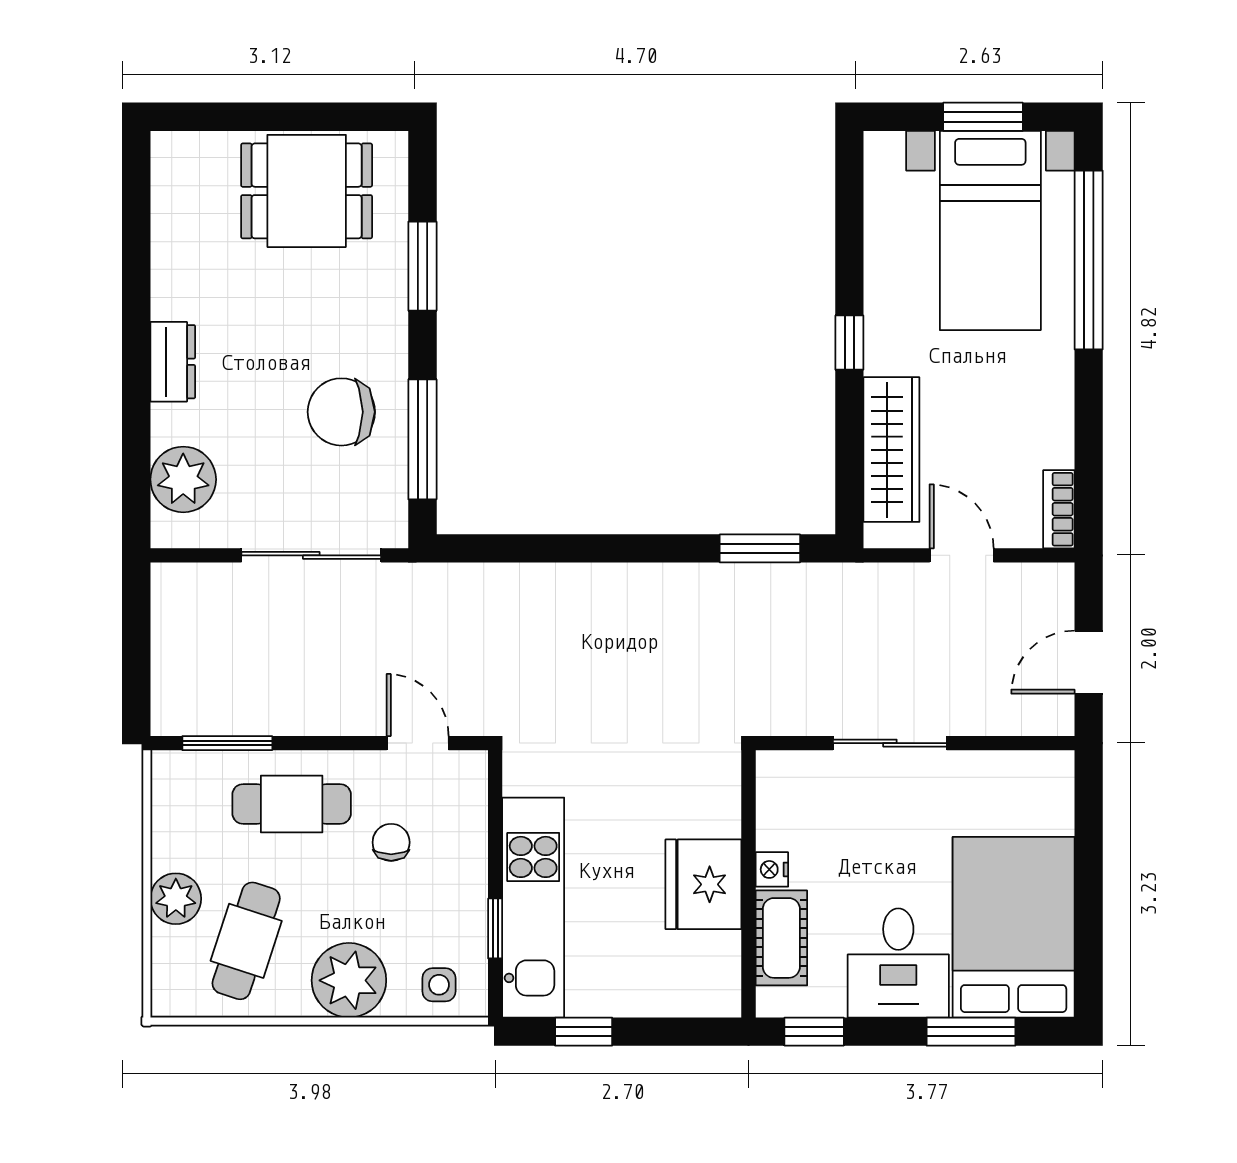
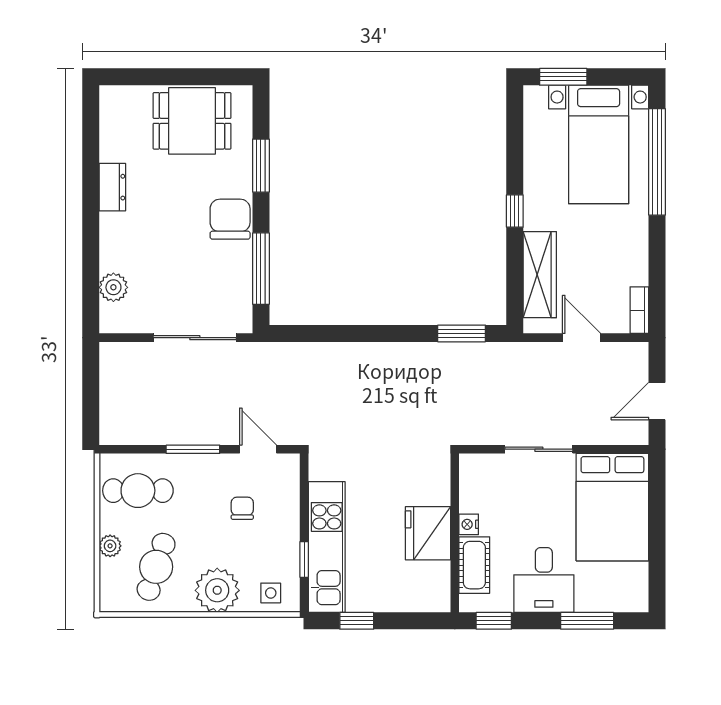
window: (983, 117) -> (563, 77), moved
dresser: (173, 362) -> (112, 187), moved
chair: (341, 412) -> (230, 219), moved, turned 90
plant: (183, 479) -> (113, 287), width x0.73, depth x0.73
window: (227, 743) -> (193, 449), moved
cafe table: (292, 804) -> (138, 491), moved
plant: (176, 899) -> (110, 546), width x0.73, depth x0.73
bed: (1014, 927) -> (612, 507), moved, turned 180

